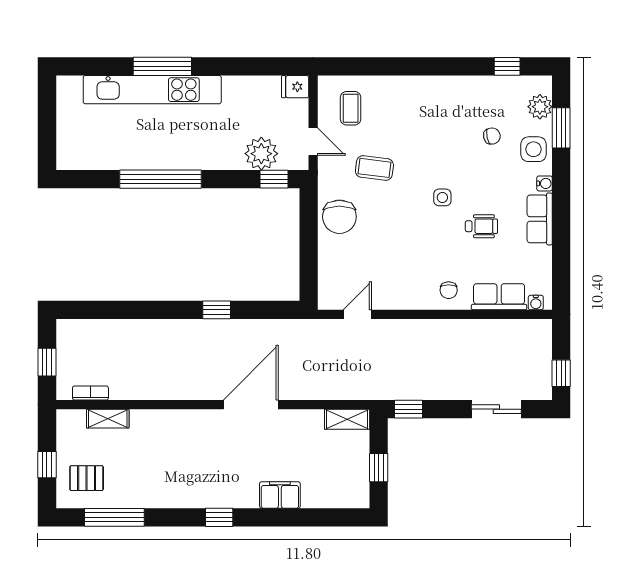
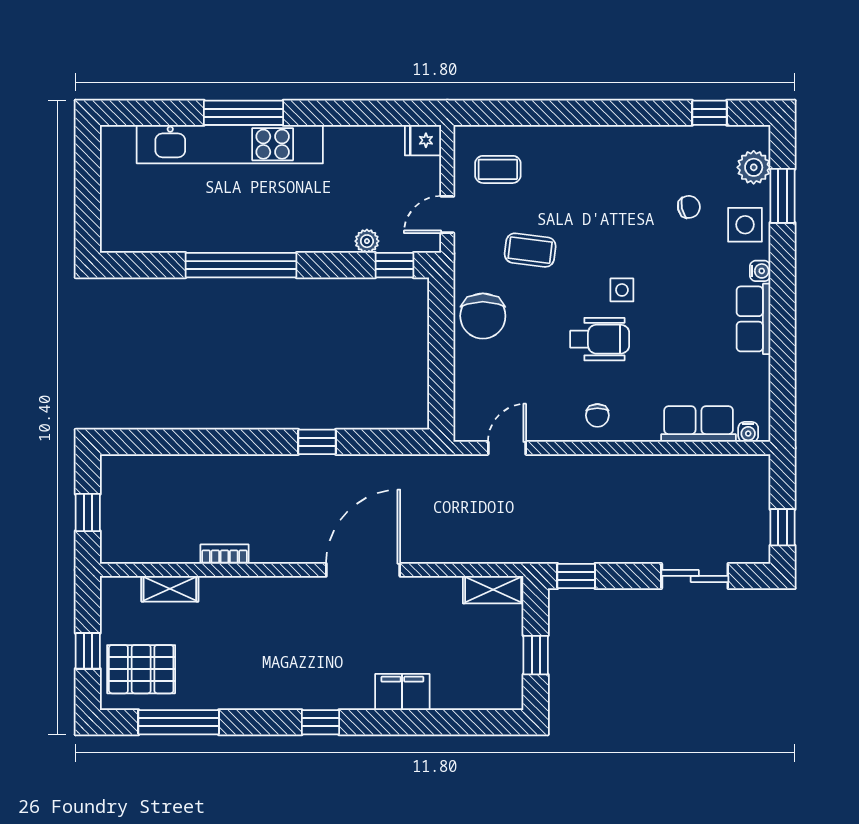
coffee table: (351, 108) -> (498, 169), turned 90
door: (313, 142) -> (447, 215), swing flipped
plant: (261, 154) -> (367, 241), width x0.53, depth x0.53
wheelchair: (481, 226) -> (600, 339), moved, width x1.36, depth x1.37
chair: (449, 290) -> (597, 415), moved
bookcase: (90, 393) -> (225, 554), moved
pallet: (87, 478) -> (141, 669), width x1.50, depth x1.42

